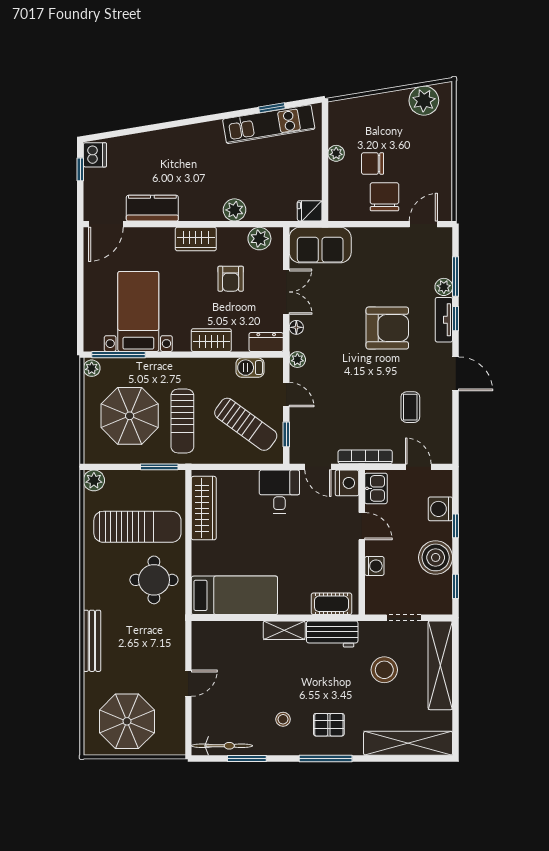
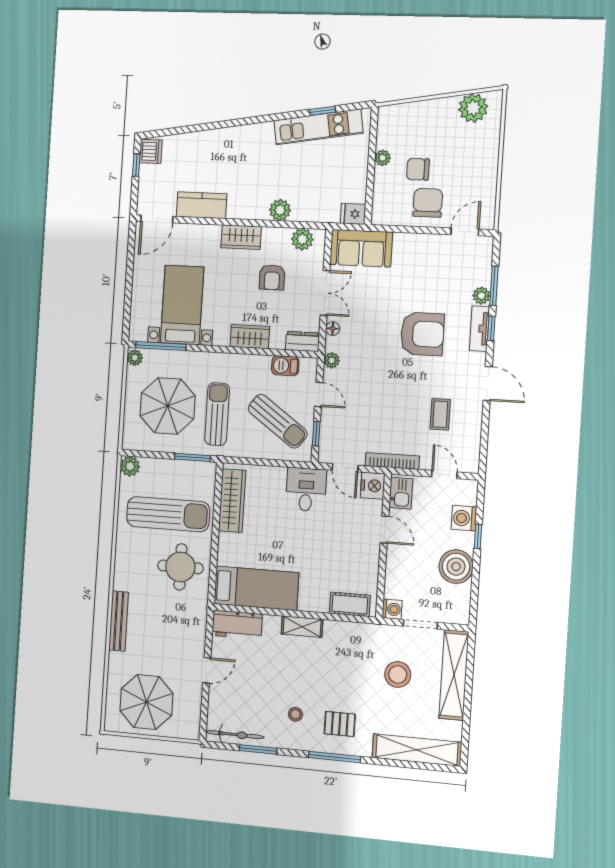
sun lounger: (182, 421) -> (217, 414), turned 180
washing machine: (374, 566) -> (392, 609), moved
window: (456, 586) -> (474, 597), removed
workbench: (332, 634) -> (237, 625), moved

